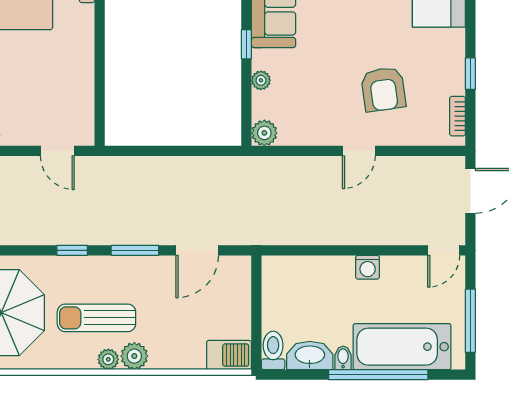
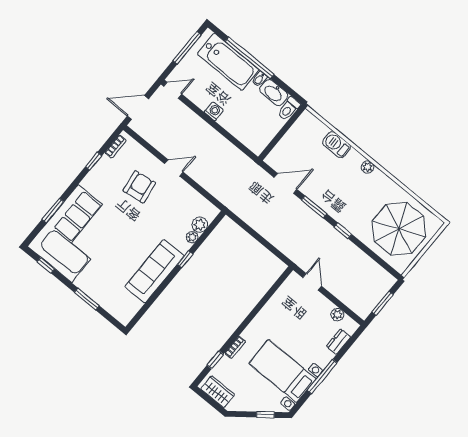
plant: (264, 133) -> (200, 225), moved
sun lounger: (96, 318) -> (357, 190), removed
barbecue: (229, 355) -> (337, 145), moved
plant: (134, 356) -> (354, 159), removed

